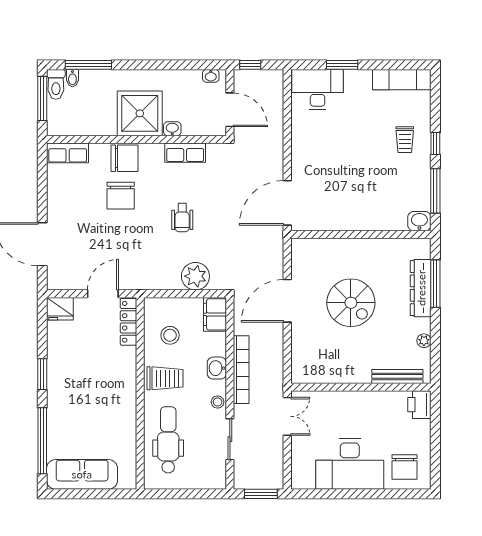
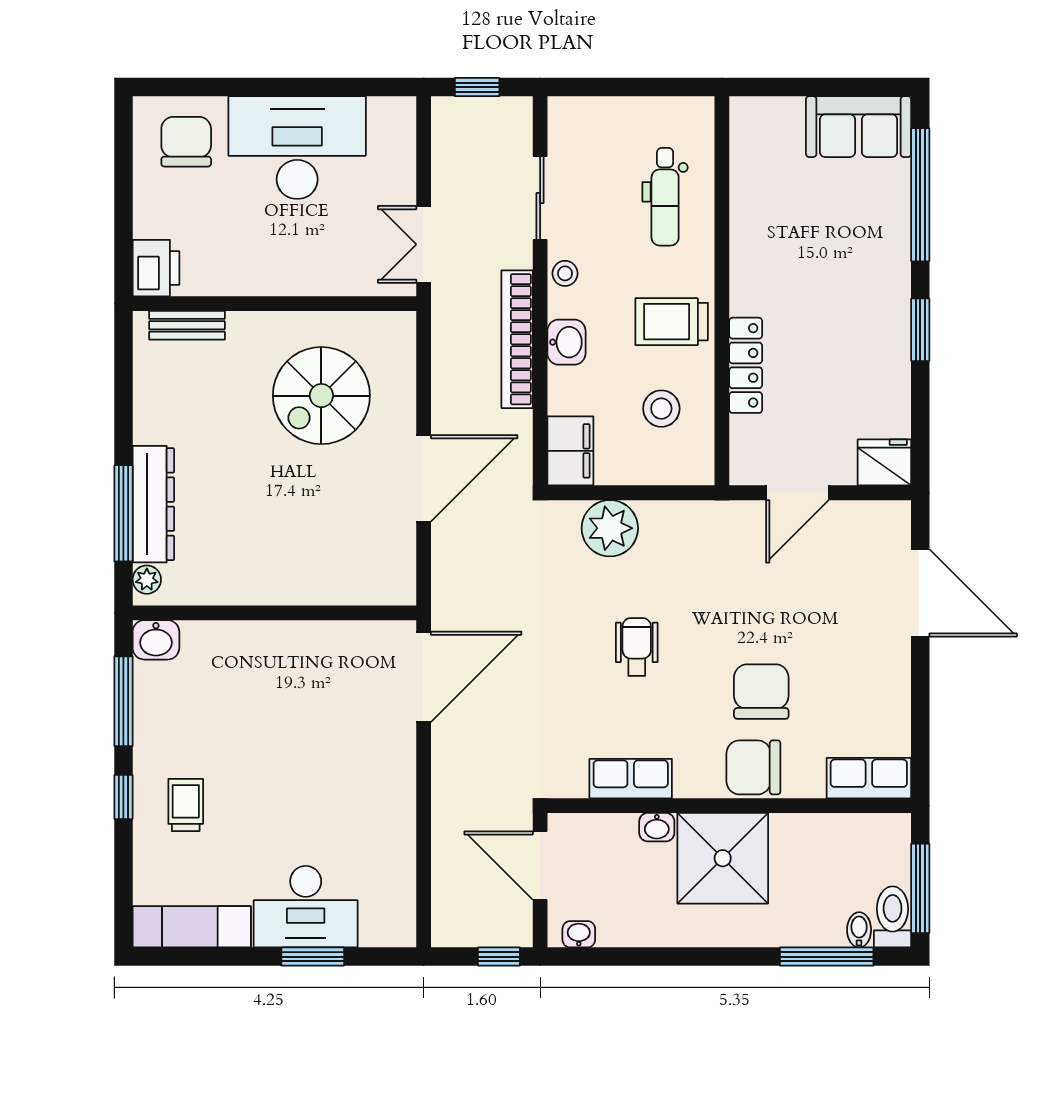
desk: (318, 89) -> (306, 907), moved
spiral stairs: (351, 303) -> (321, 396), moved, turned -90
locker: (128, 322) -> (746, 365), moved
plant: (424, 341) -> (147, 580), moved
bench: (397, 376) -> (187, 325), width x0.73
dental chair: (168, 440) -> (665, 197), width x0.73, depth x0.72
sofa: (82, 474) -> (859, 127), width x0.73
window: (261, 494) -> (477, 87), width x0.67

